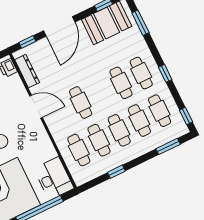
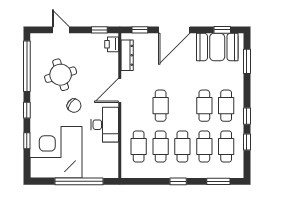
door: (36, 107) -> (120, 90), swing flipped
window: (186, 116) -> (247, 142), moved
window: (116, 172) -> (178, 181), moved
desk: (54, 178) -> (105, 125), moved

